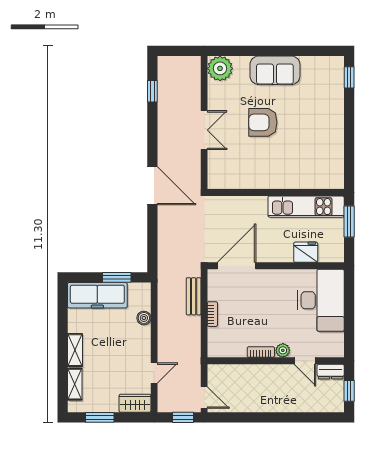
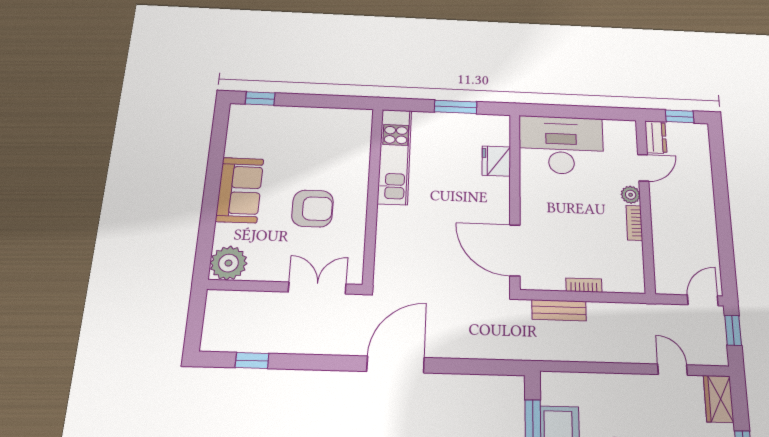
armchair: (263, 122) -> (313, 209), turned -90
wall: (276, 193) -> (373, 194), moved
kitchen unit: (306, 207) -> (395, 156), moved
boiler: (144, 318) -> (592, 382), removed

